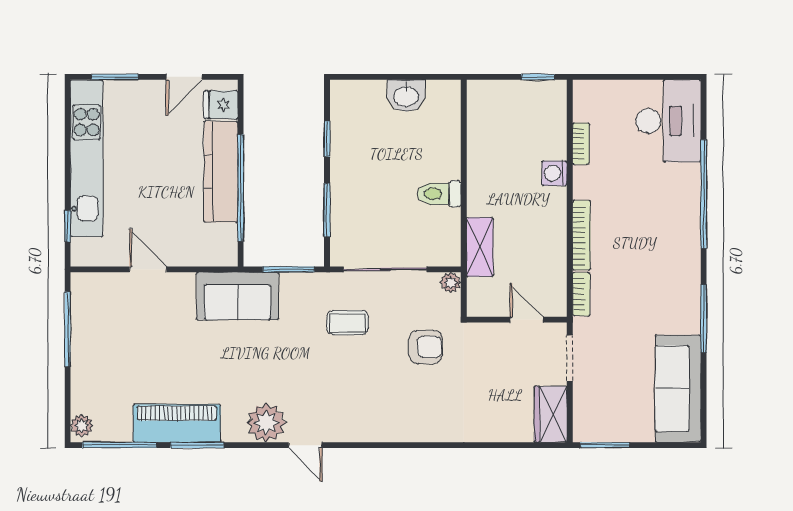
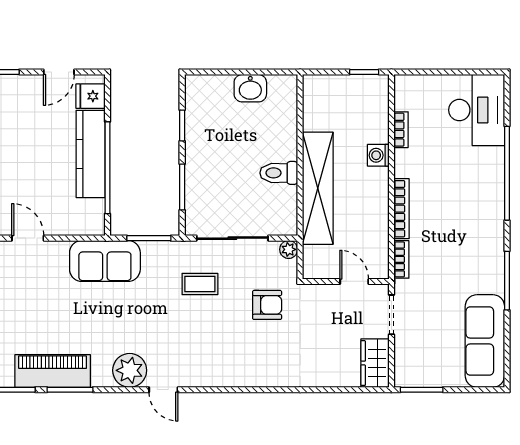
shelving: (480, 247) -> (318, 188), width x2.20, depth x1.33

